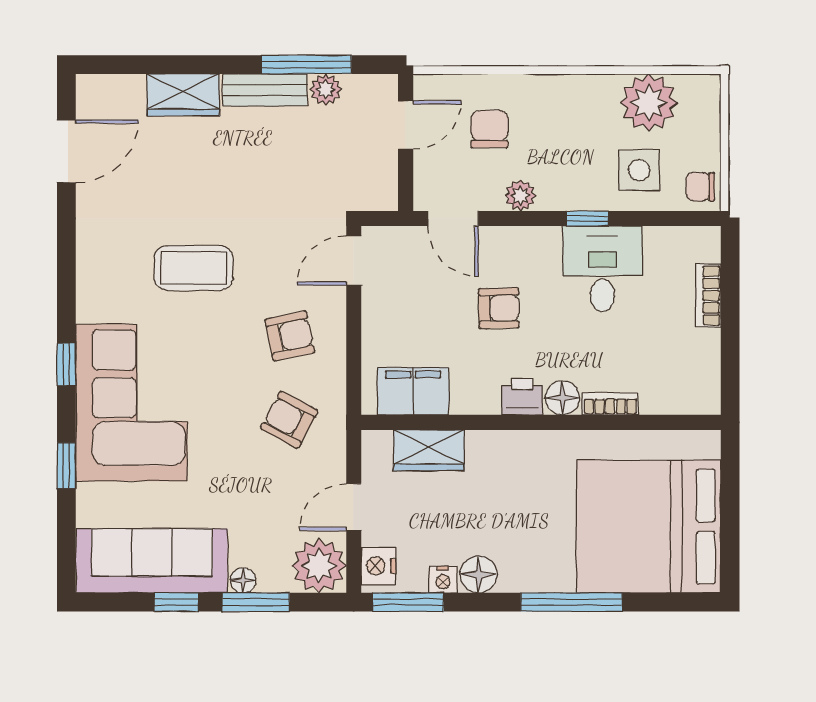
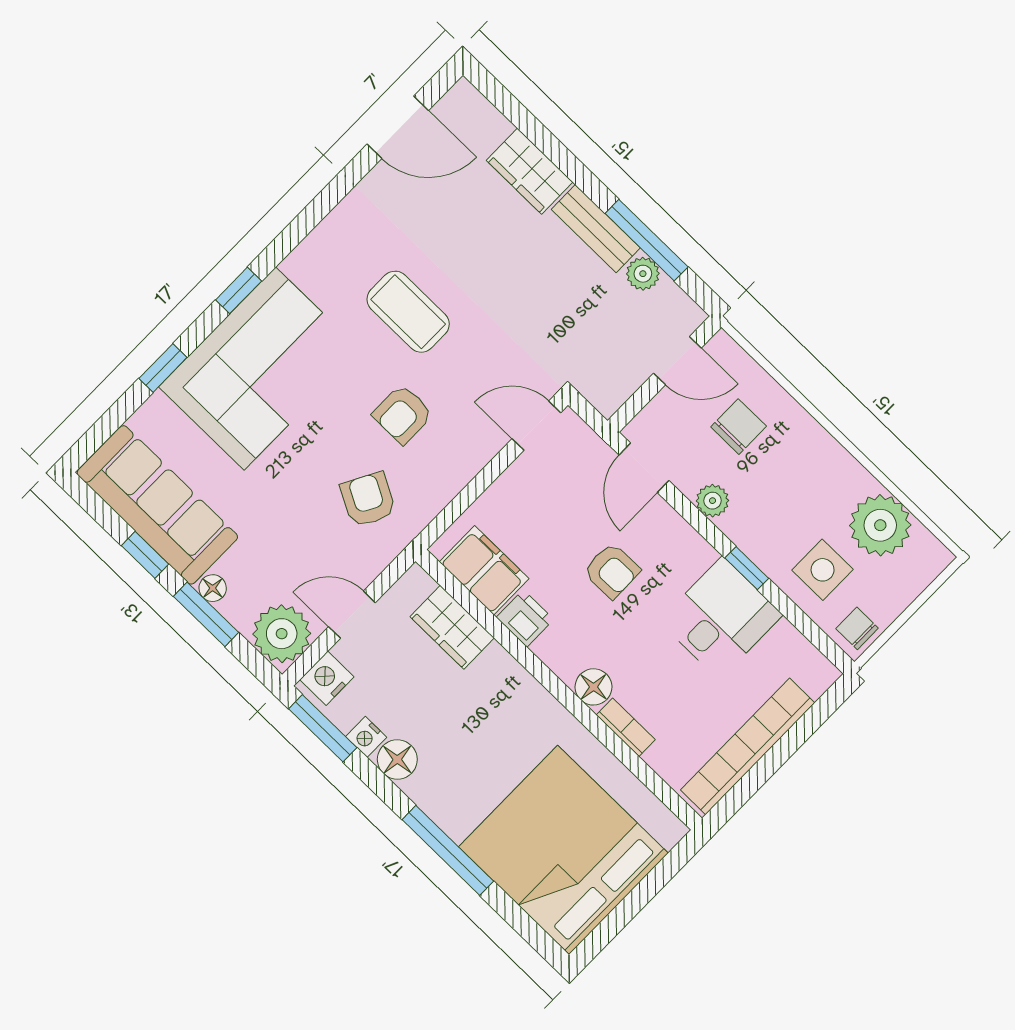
bookcase: (708, 296) -> (748, 746), width x2.31, depth x1.31
armchair: (290, 336) -> (403, 414), moved, turned 102
printer: (522, 397) -> (525, 618), moved

